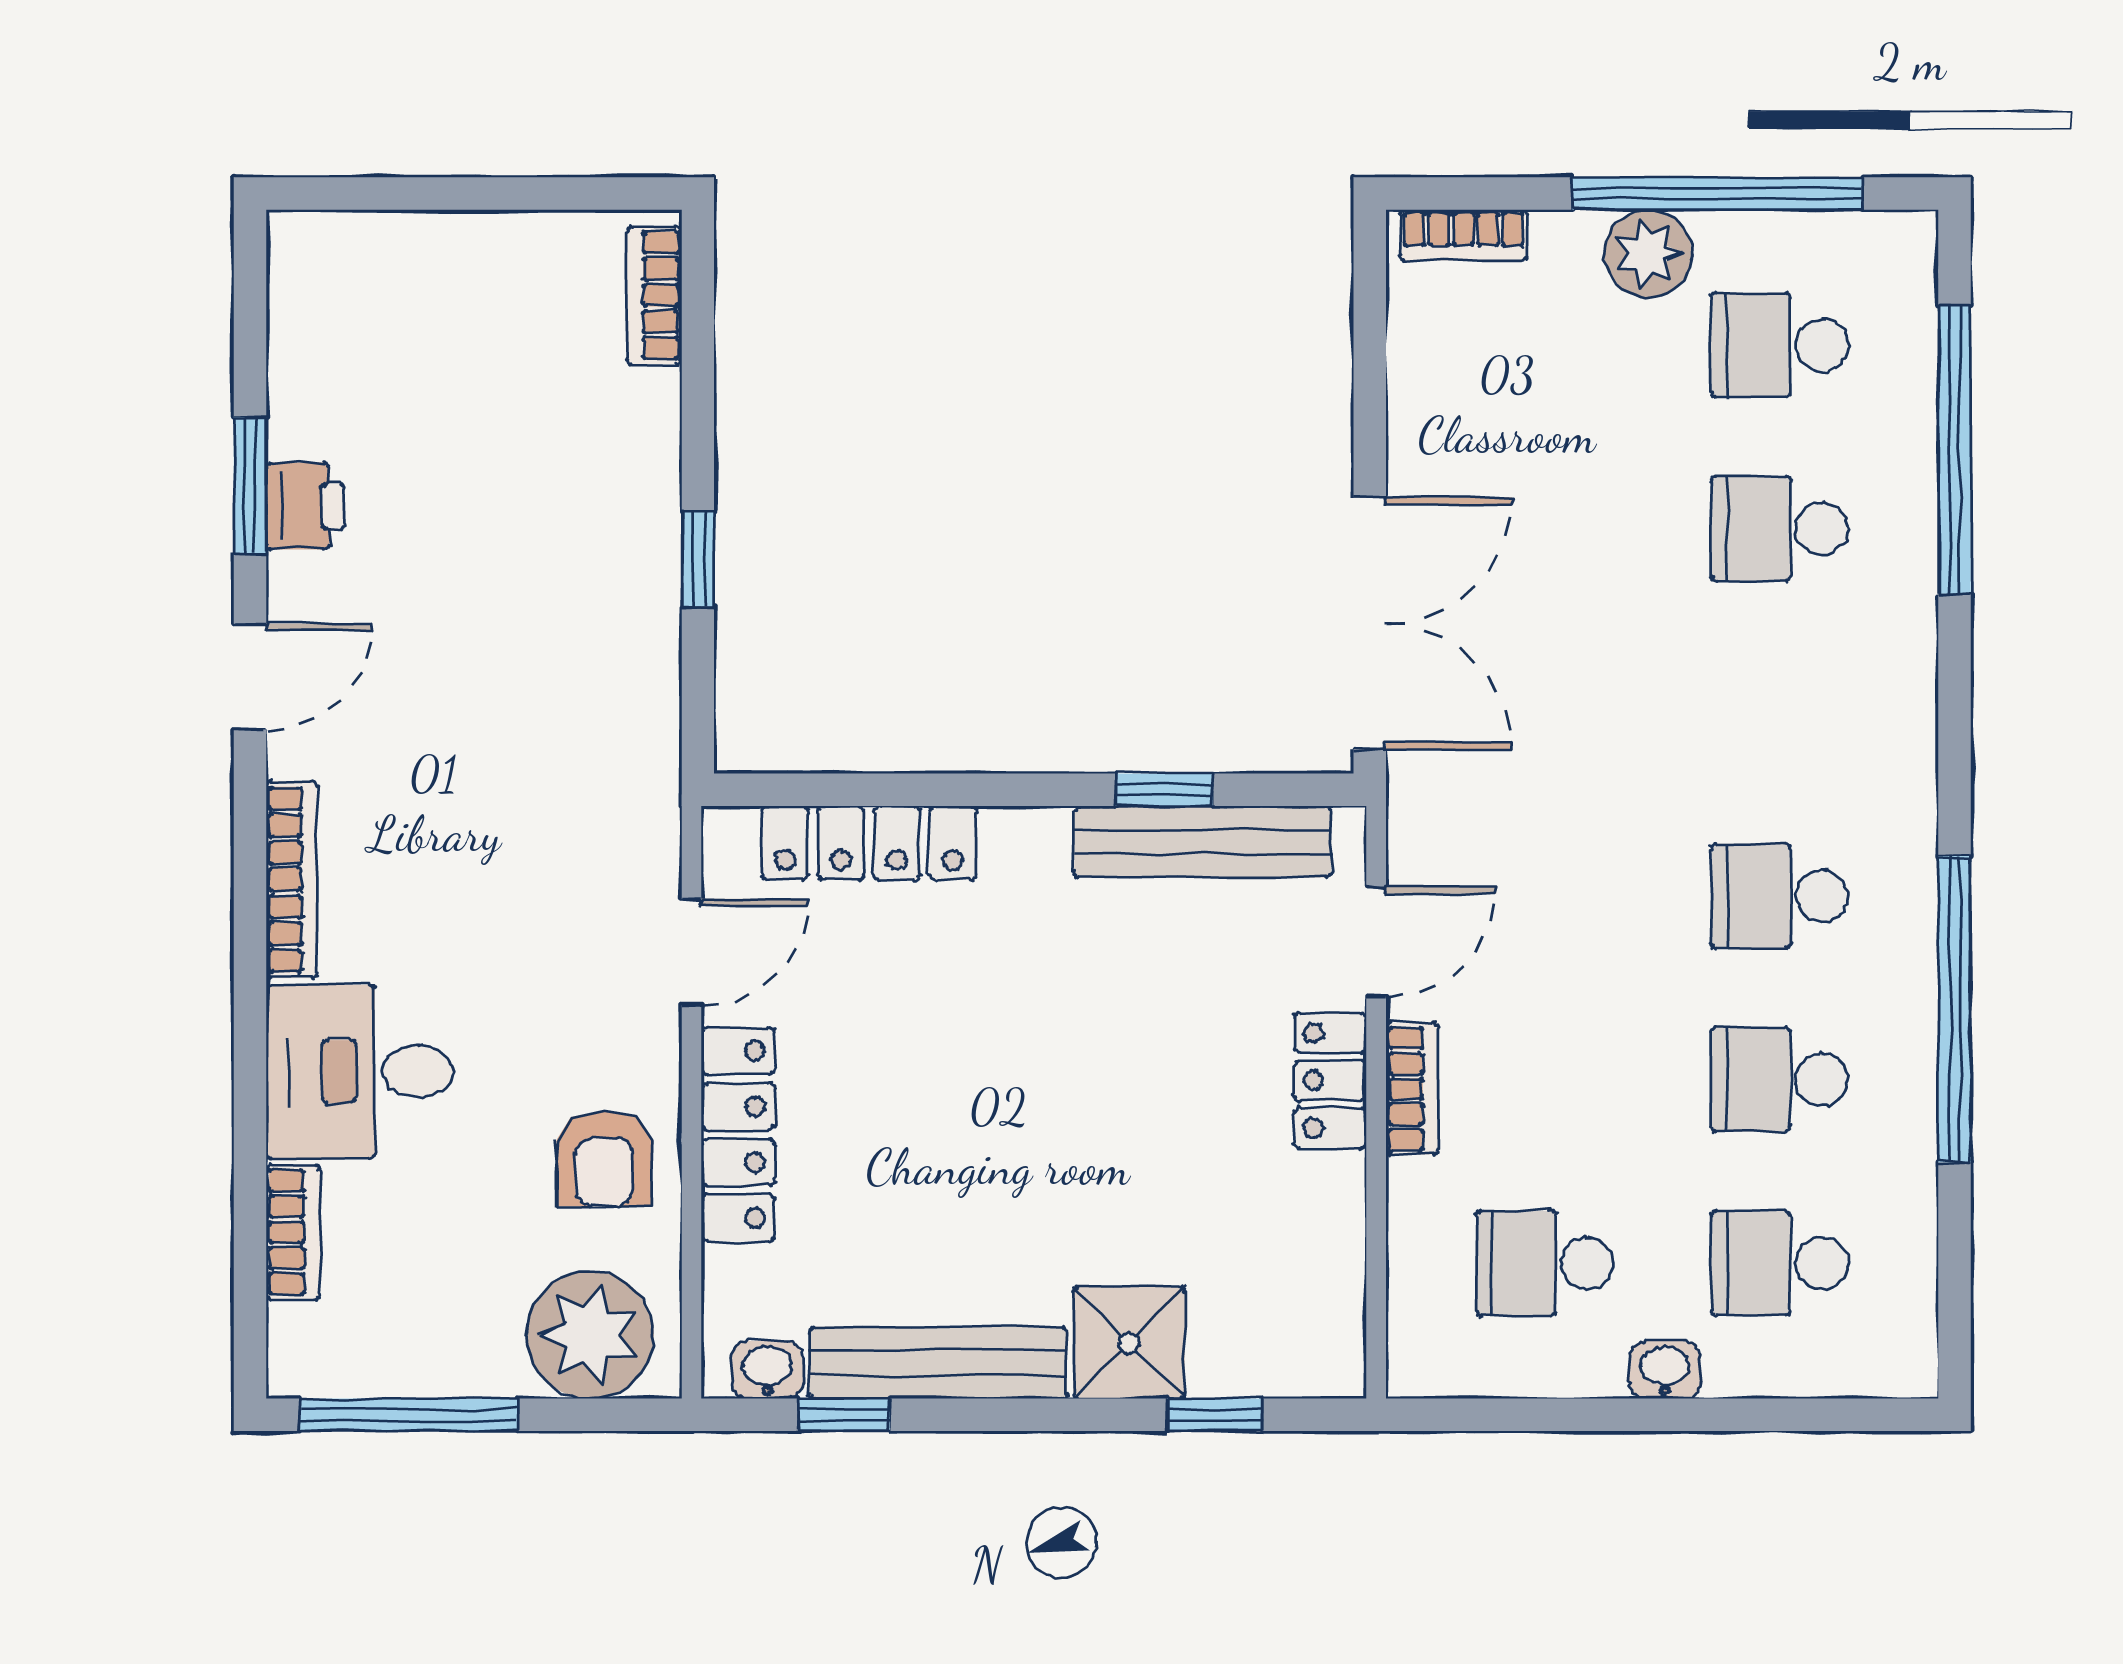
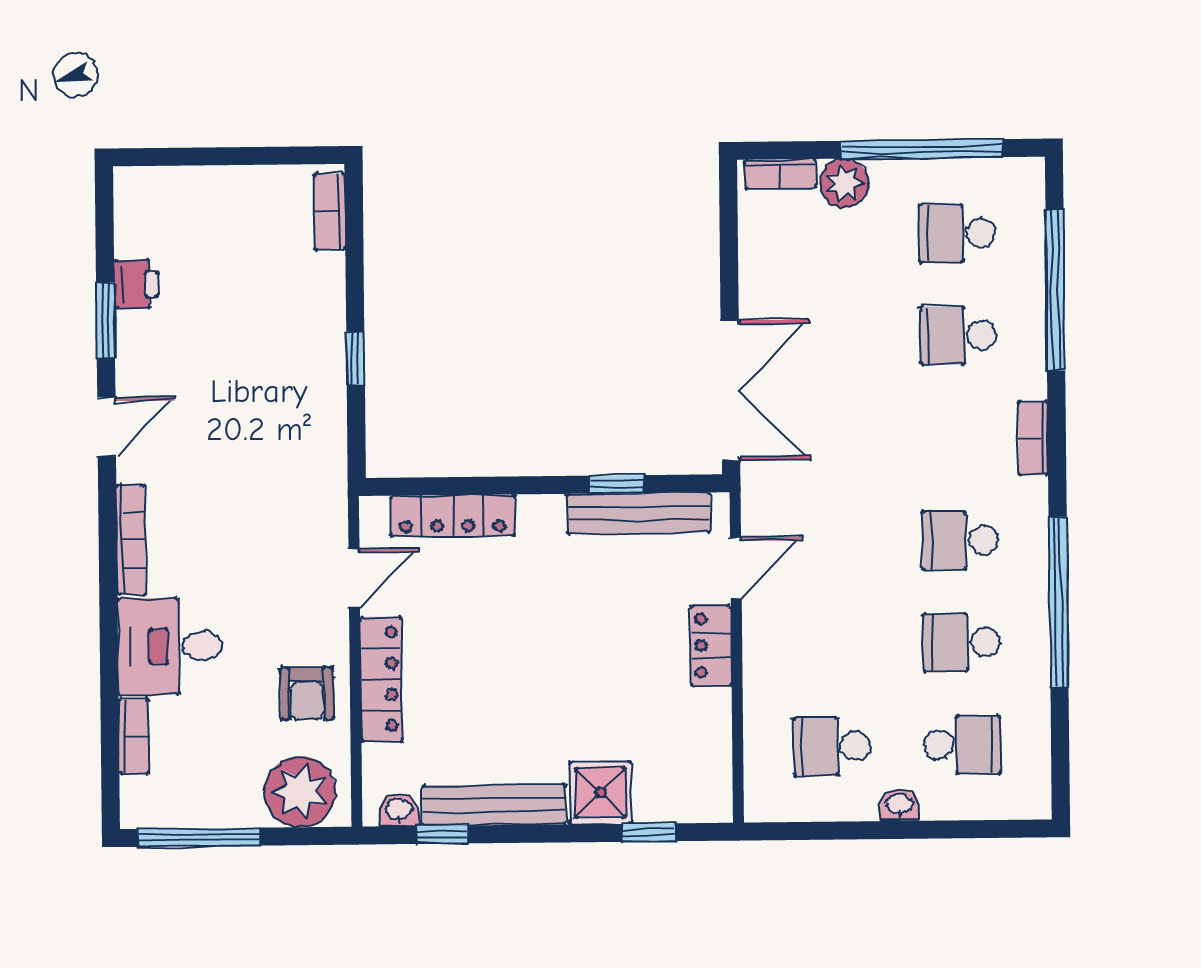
plant: (1648, 253) -> (844, 183), moved
printer: (306, 506) -> (136, 284), moved
bookcase: (1412, 1089) -> (1033, 438), moved, turned 180
school desk: (1779, 1263) -> (962, 745), turned 180

